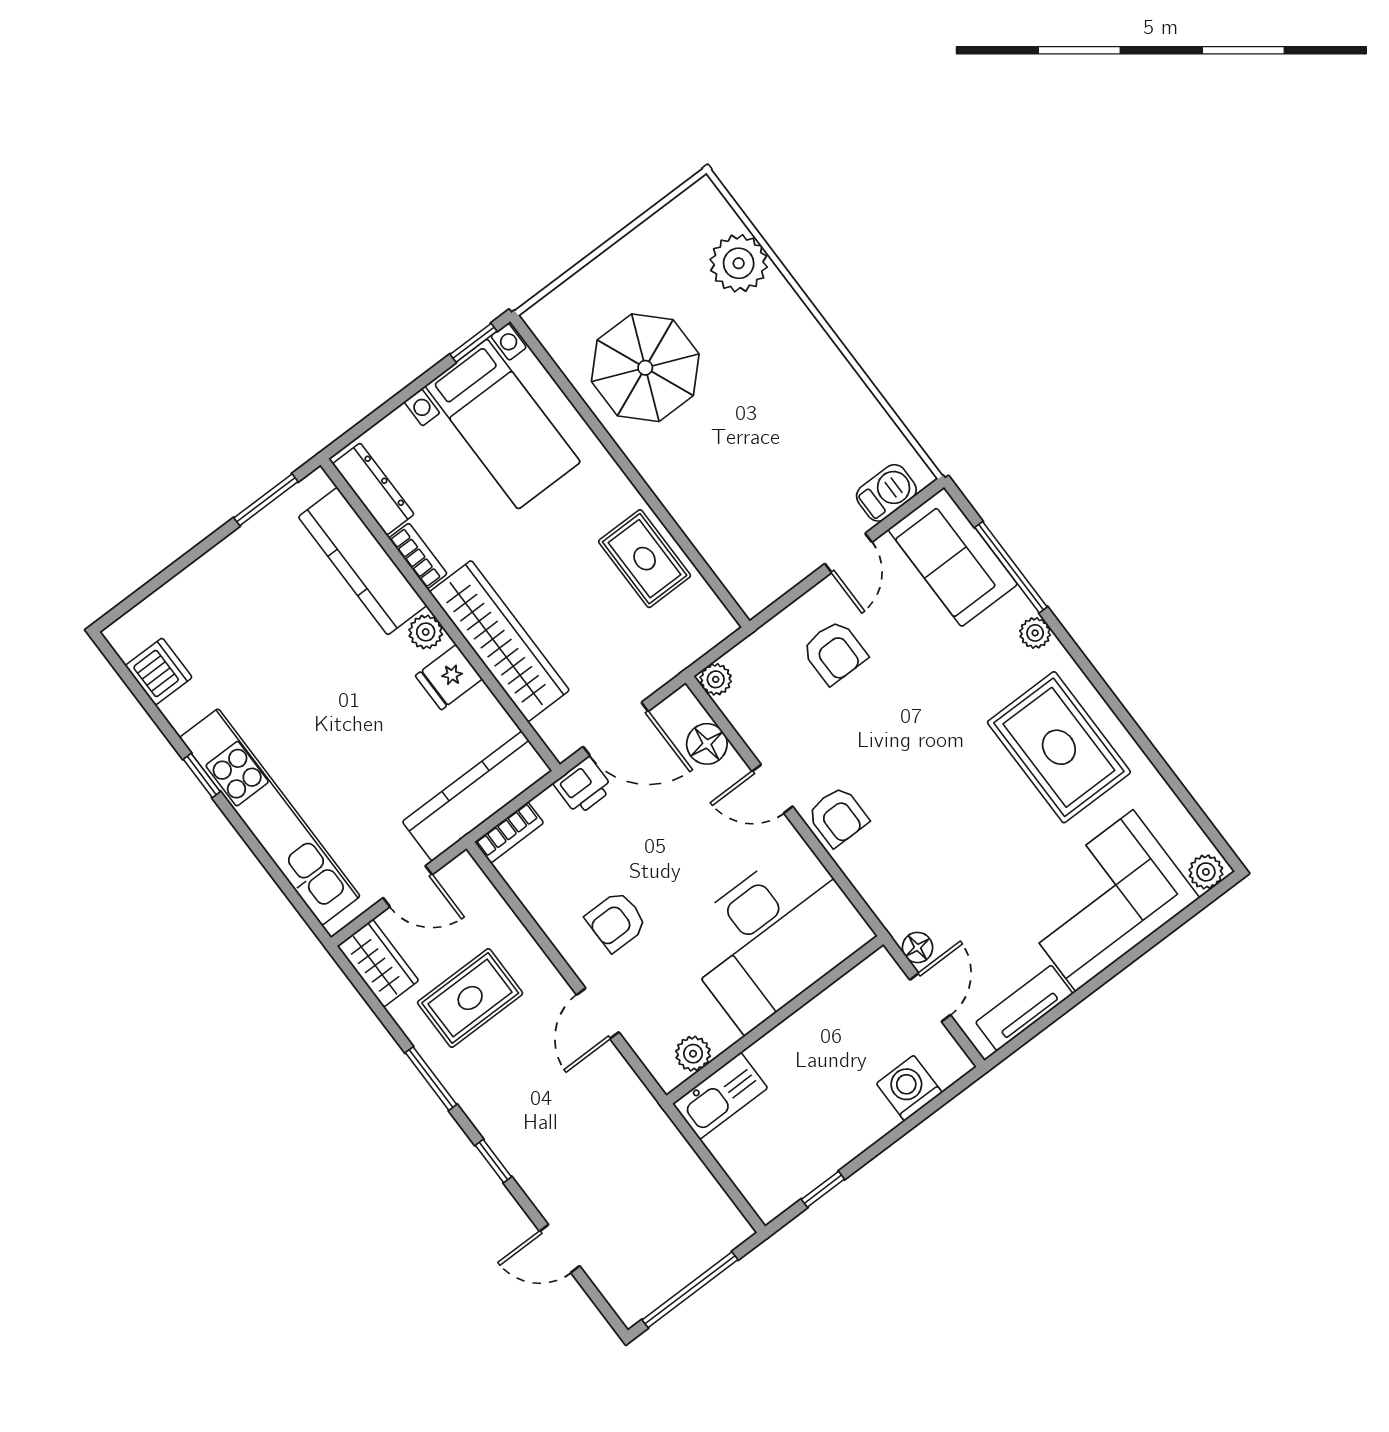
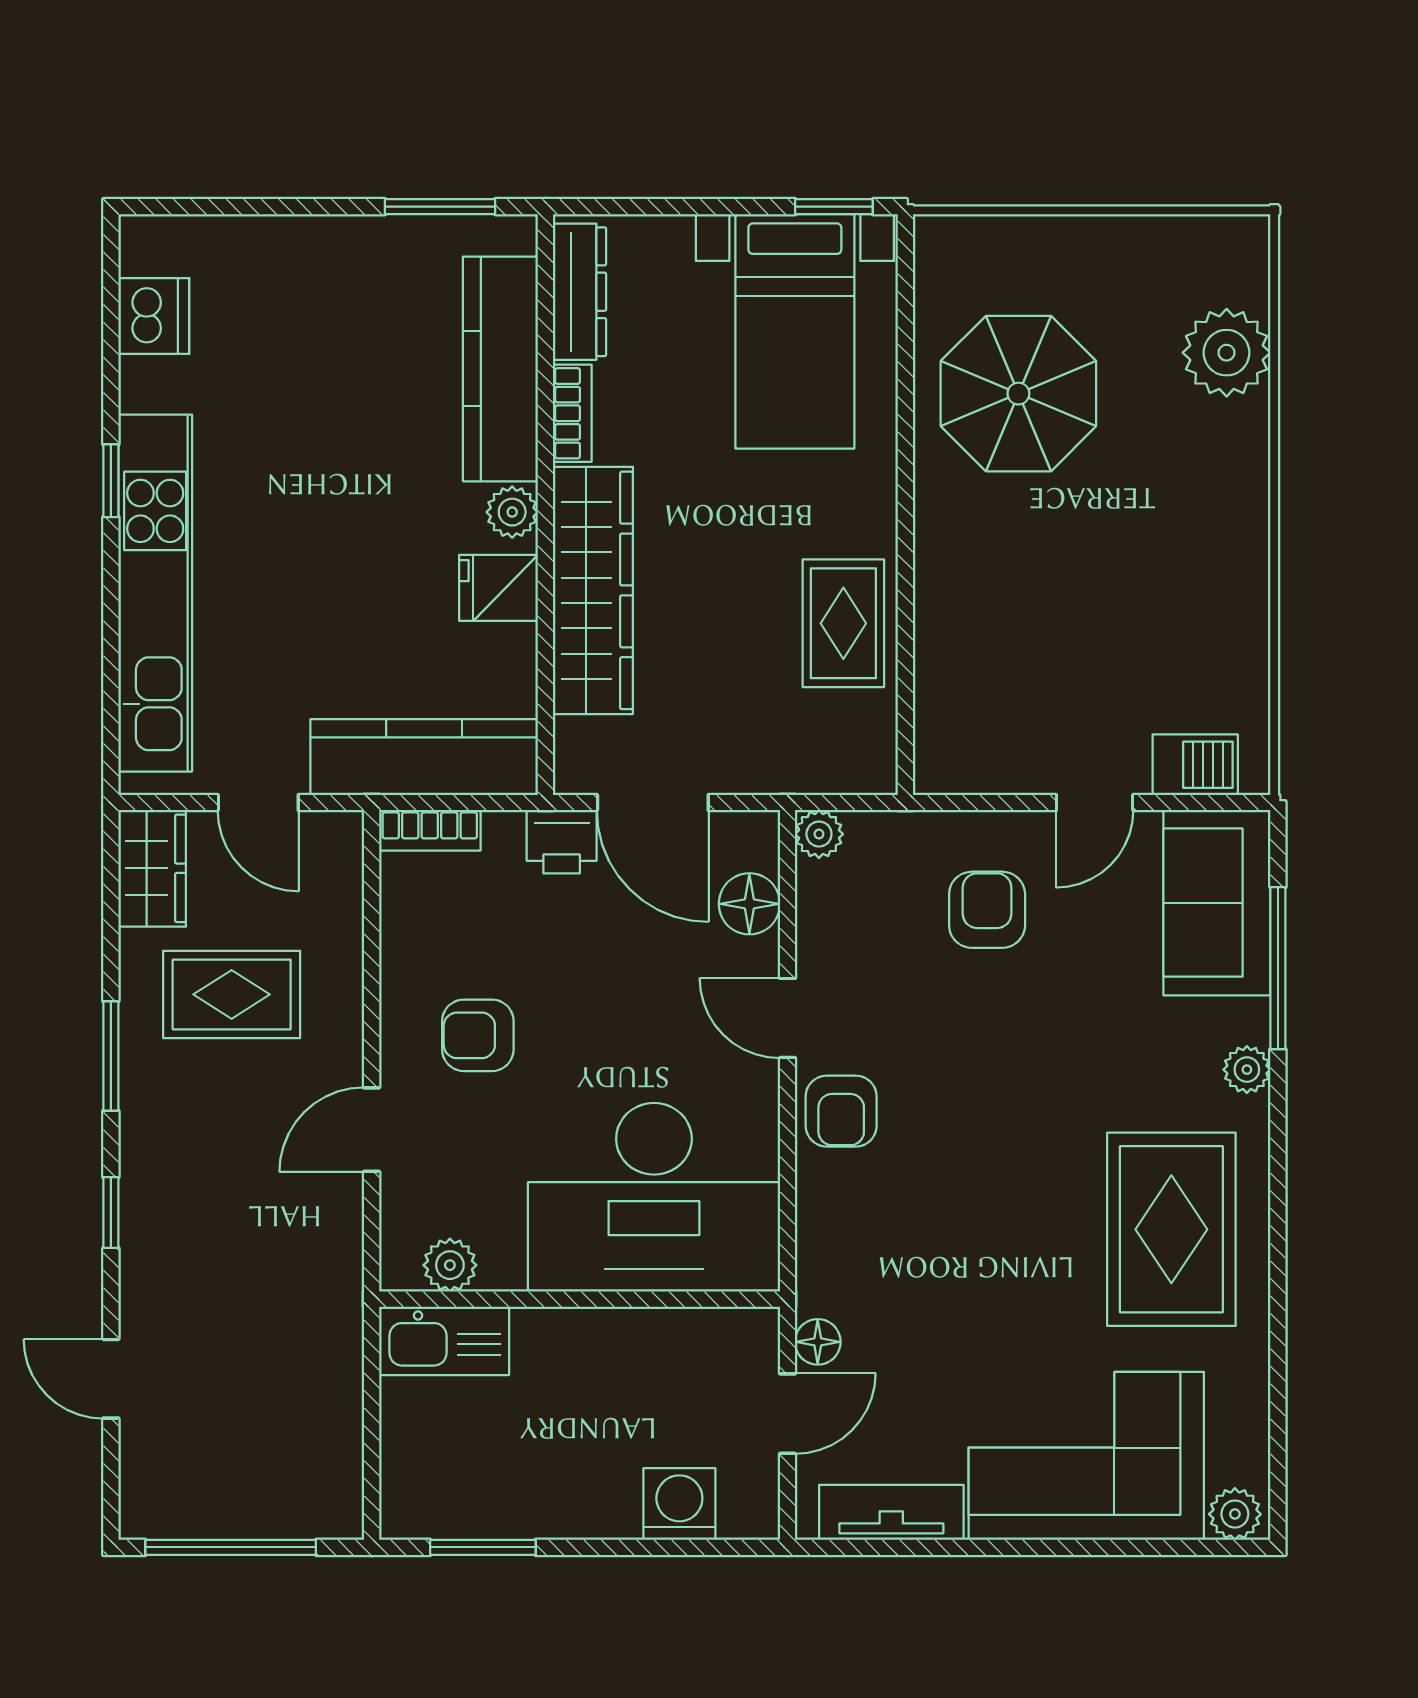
armchair: (834, 652) -> (987, 910), turned 180
window: (823, 1189) -> (483, 1547), width x1.50

